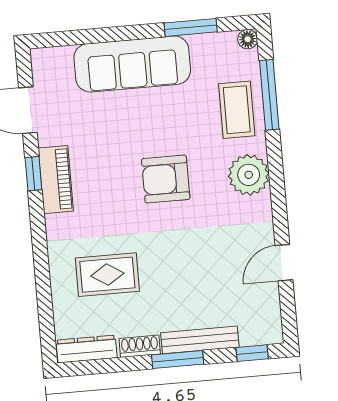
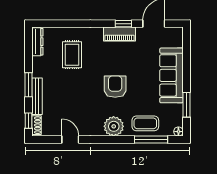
shoe rack: (140, 346) -> (36, 125), moved

